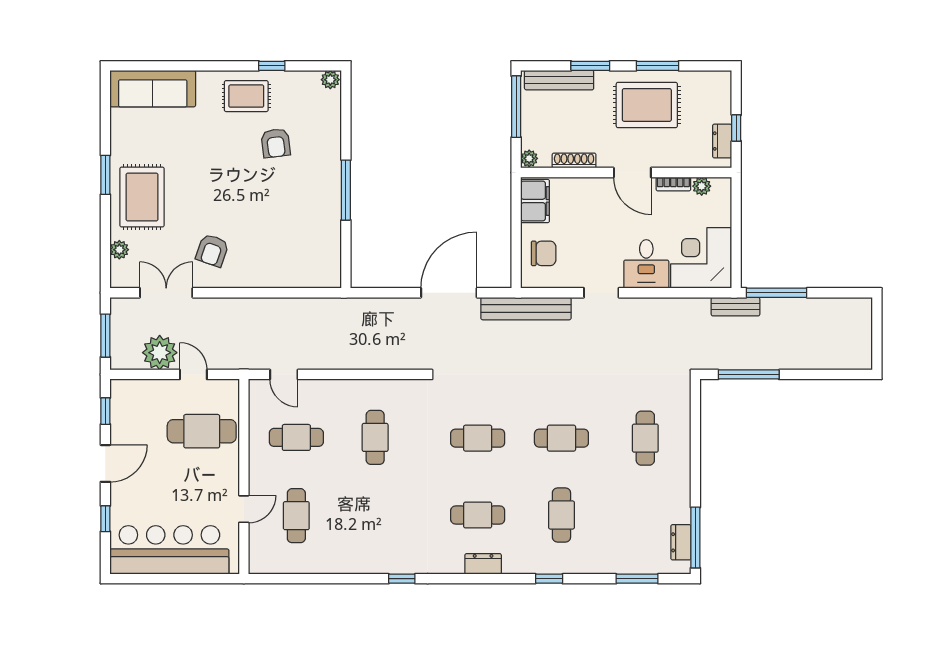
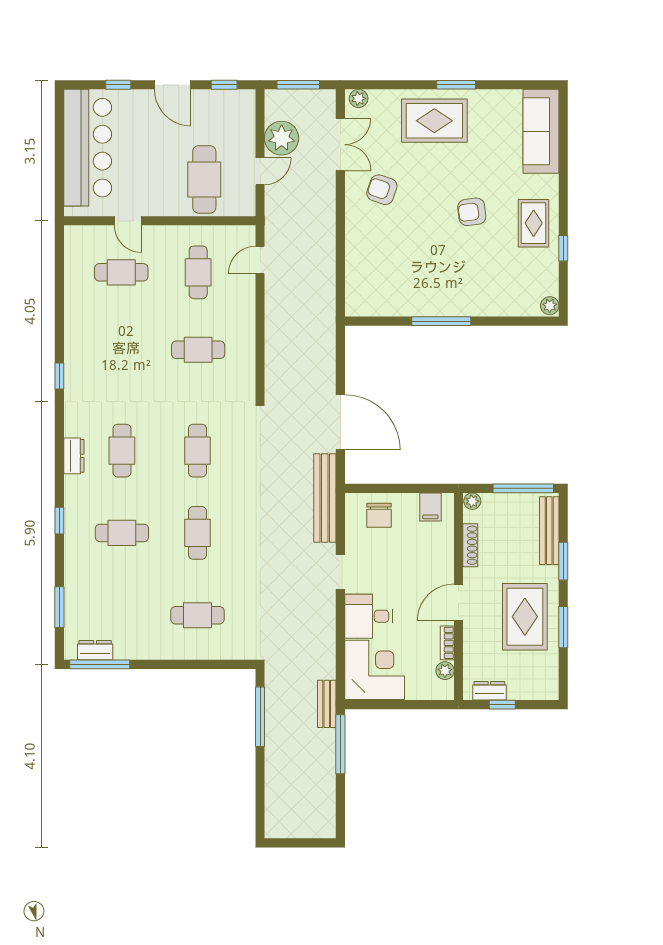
armchair: (276, 143) -> (472, 212), moved
filing cabinet: (535, 201) -> (430, 507), width x0.50
plant: (119, 250) -> (359, 98), moved

